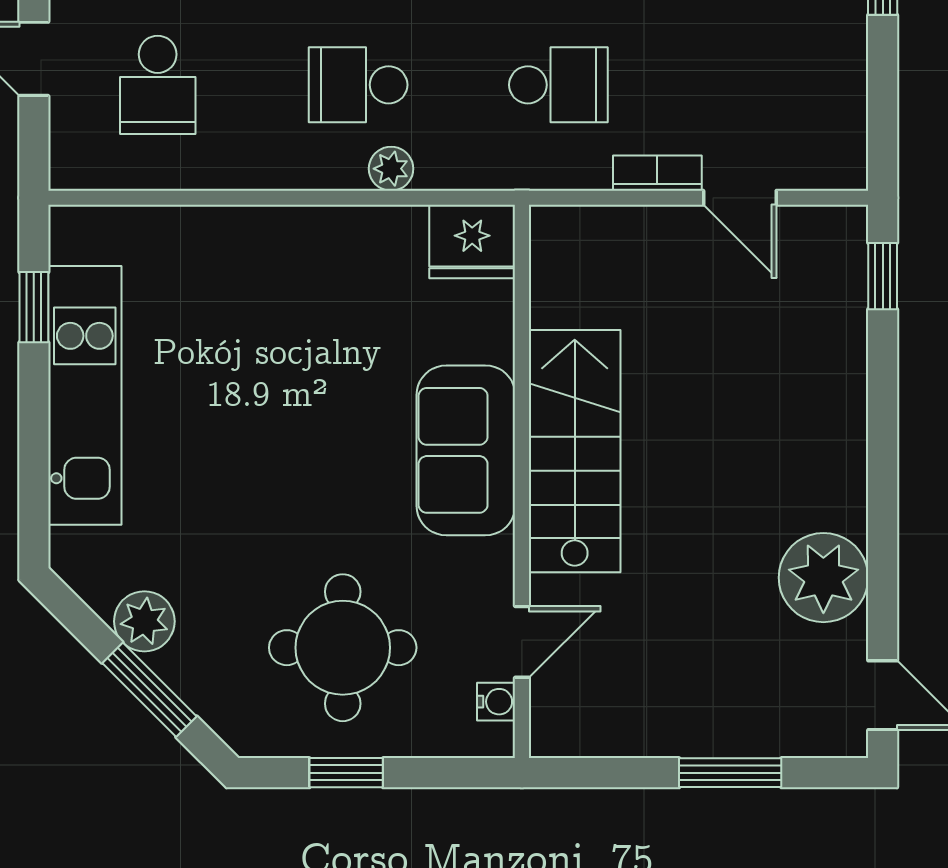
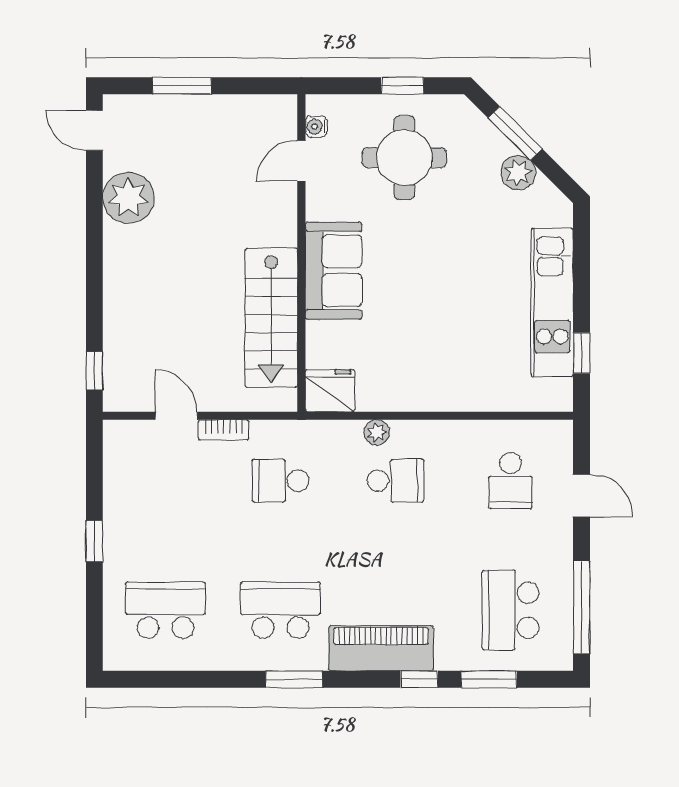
school desk: (158, 85) -> (510, 481), turned 180
stairs: (575, 451) -> (271, 318), moved

